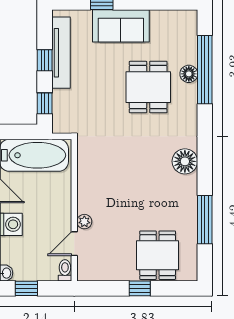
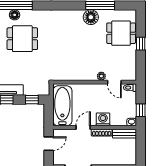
floor lamp: (185, 161) -> (91, 17), moved

